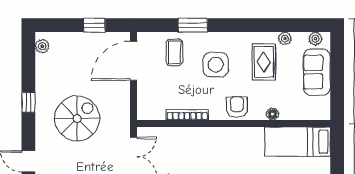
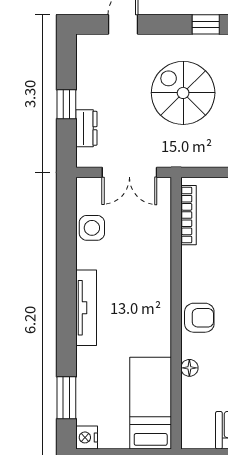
bookcase: (187, 115) -> (189, 215), moved
spiral stairs: (77, 119) -> (183, 93), turned 180

